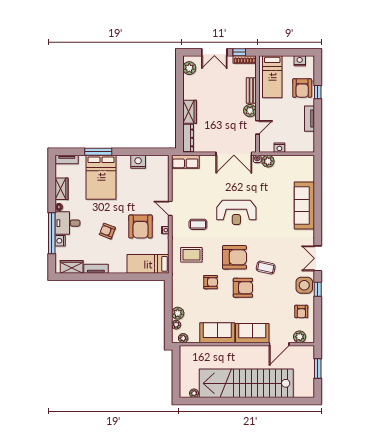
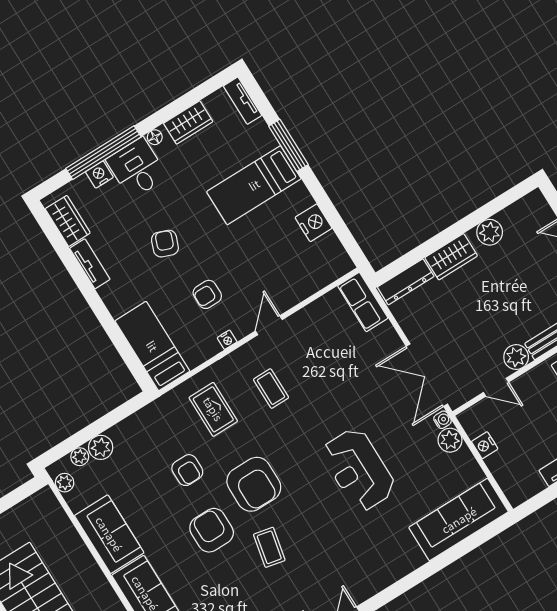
plant: (189, 68) -> (490, 232), moved
bed: (101, 177) -> (254, 185), width x0.67
sofa: (304, 206) -> (459, 520), moved
reception desk: (236, 212) -> (358, 470), moved
armchair: (140, 227) -> (207, 294), width x0.53, depth x0.53
armchair: (243, 288) -> (212, 530), turned 180

